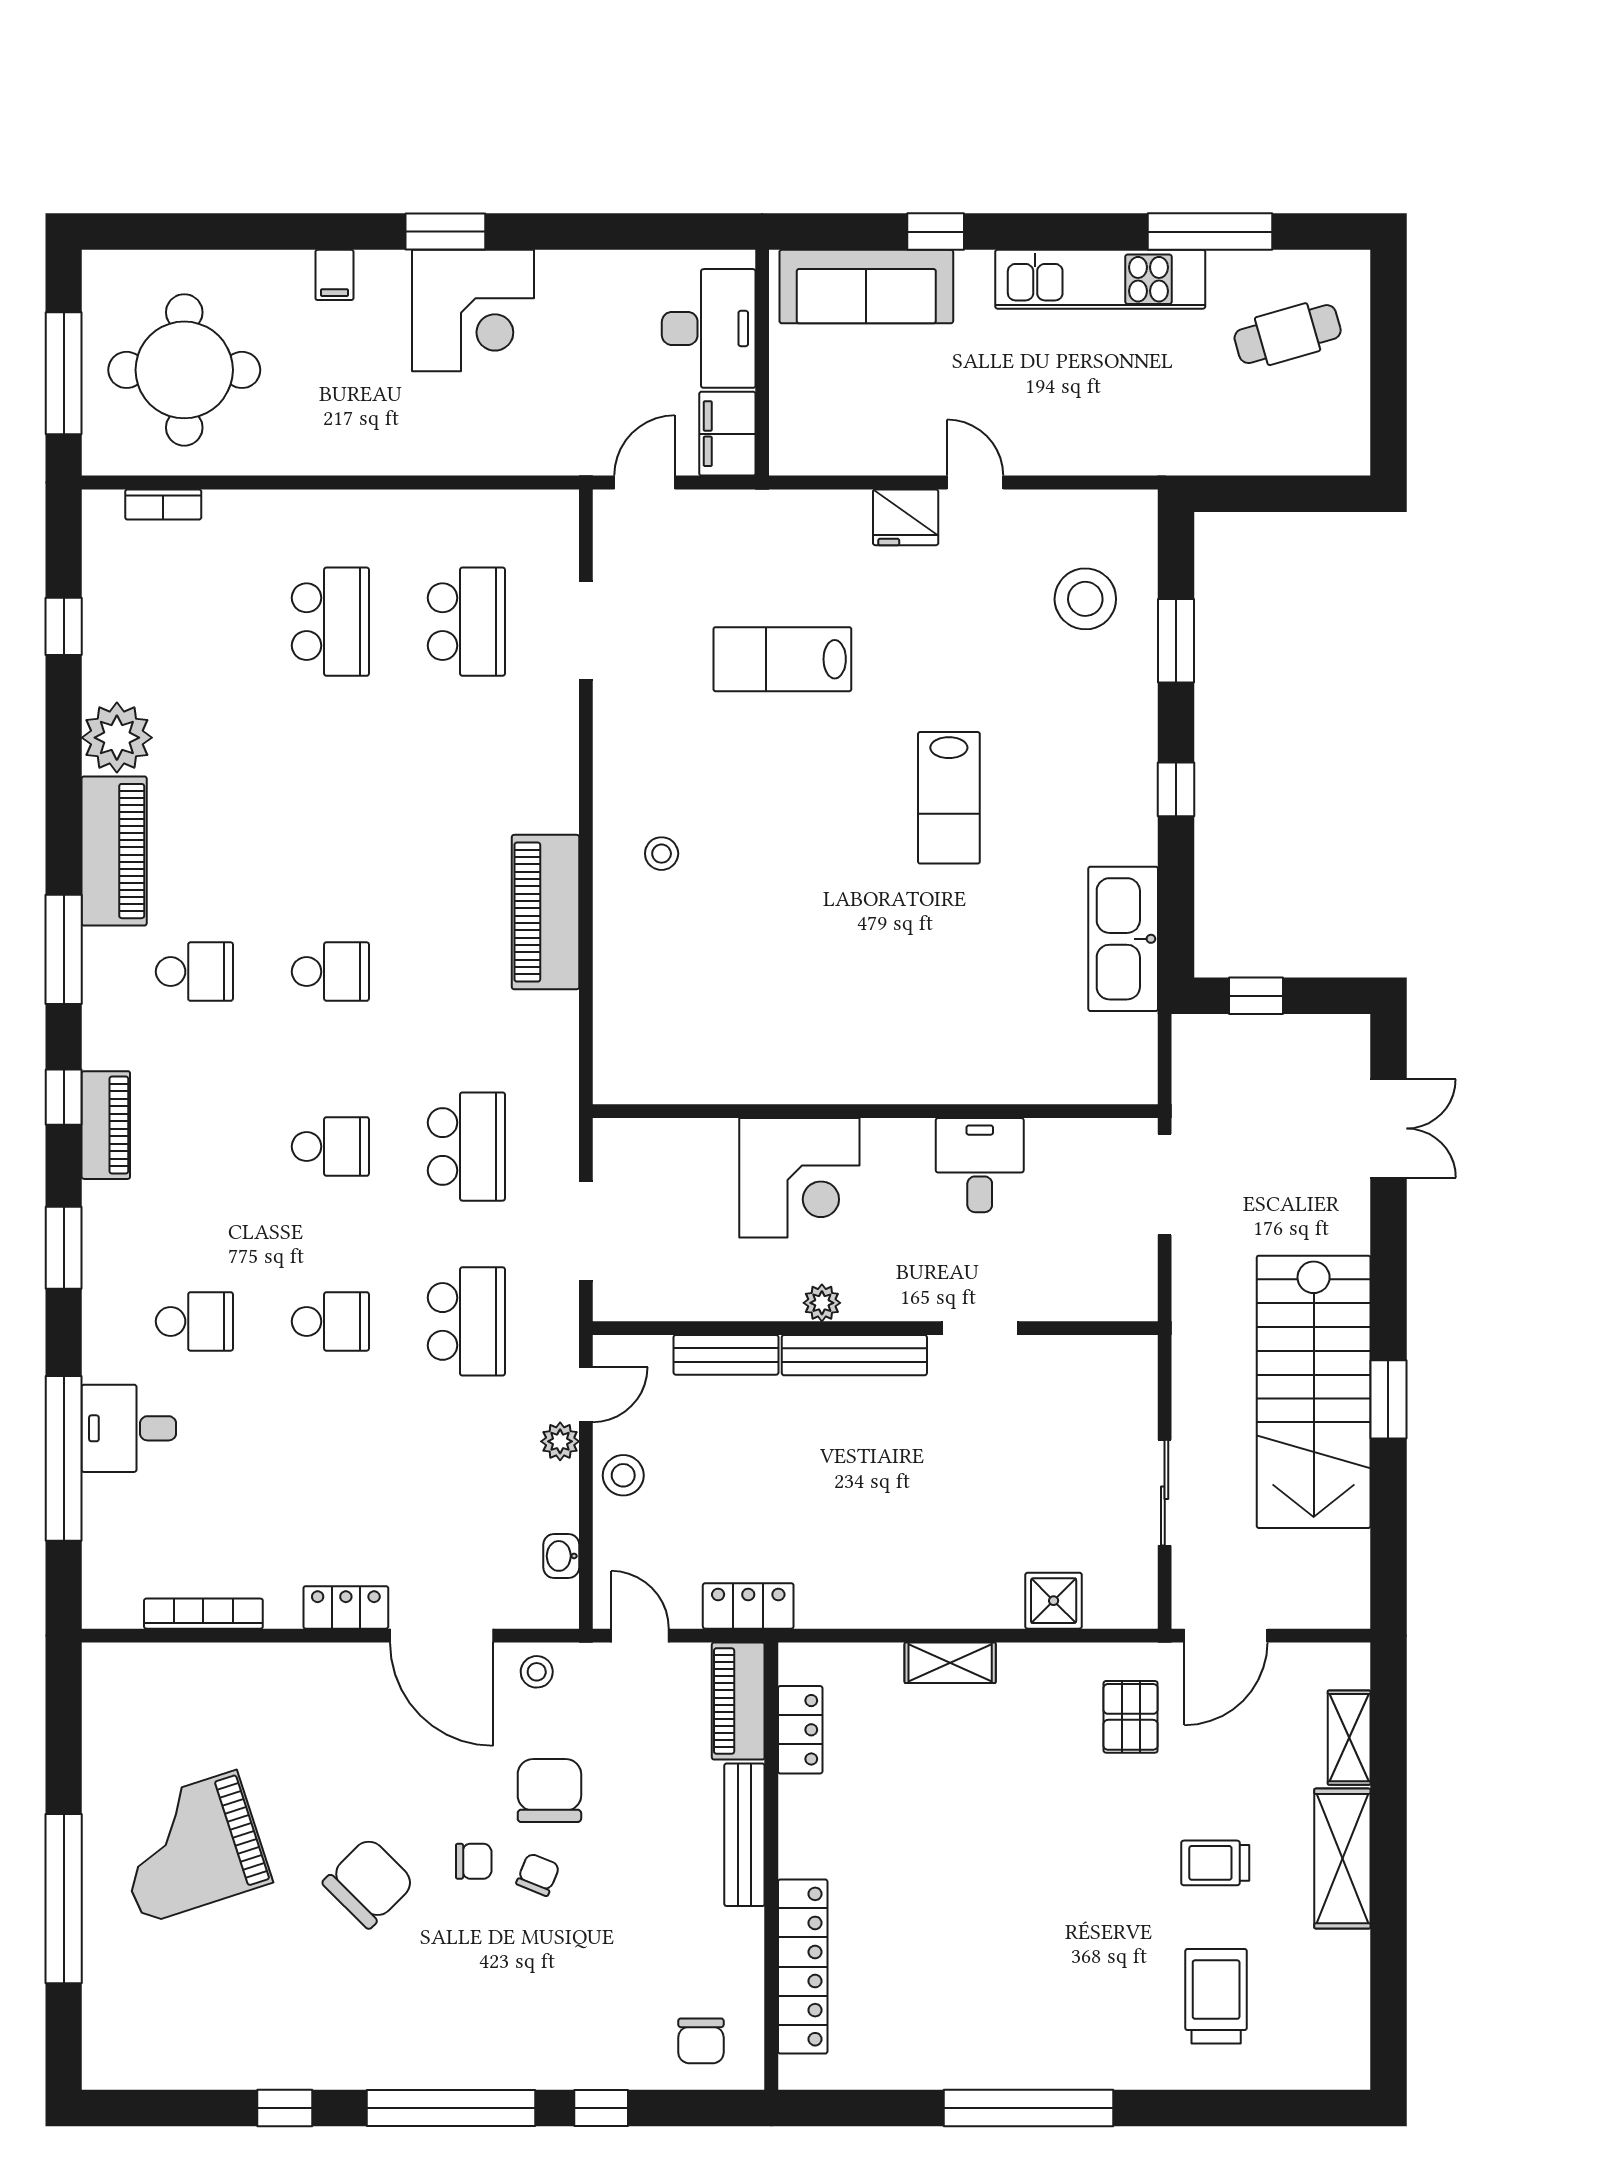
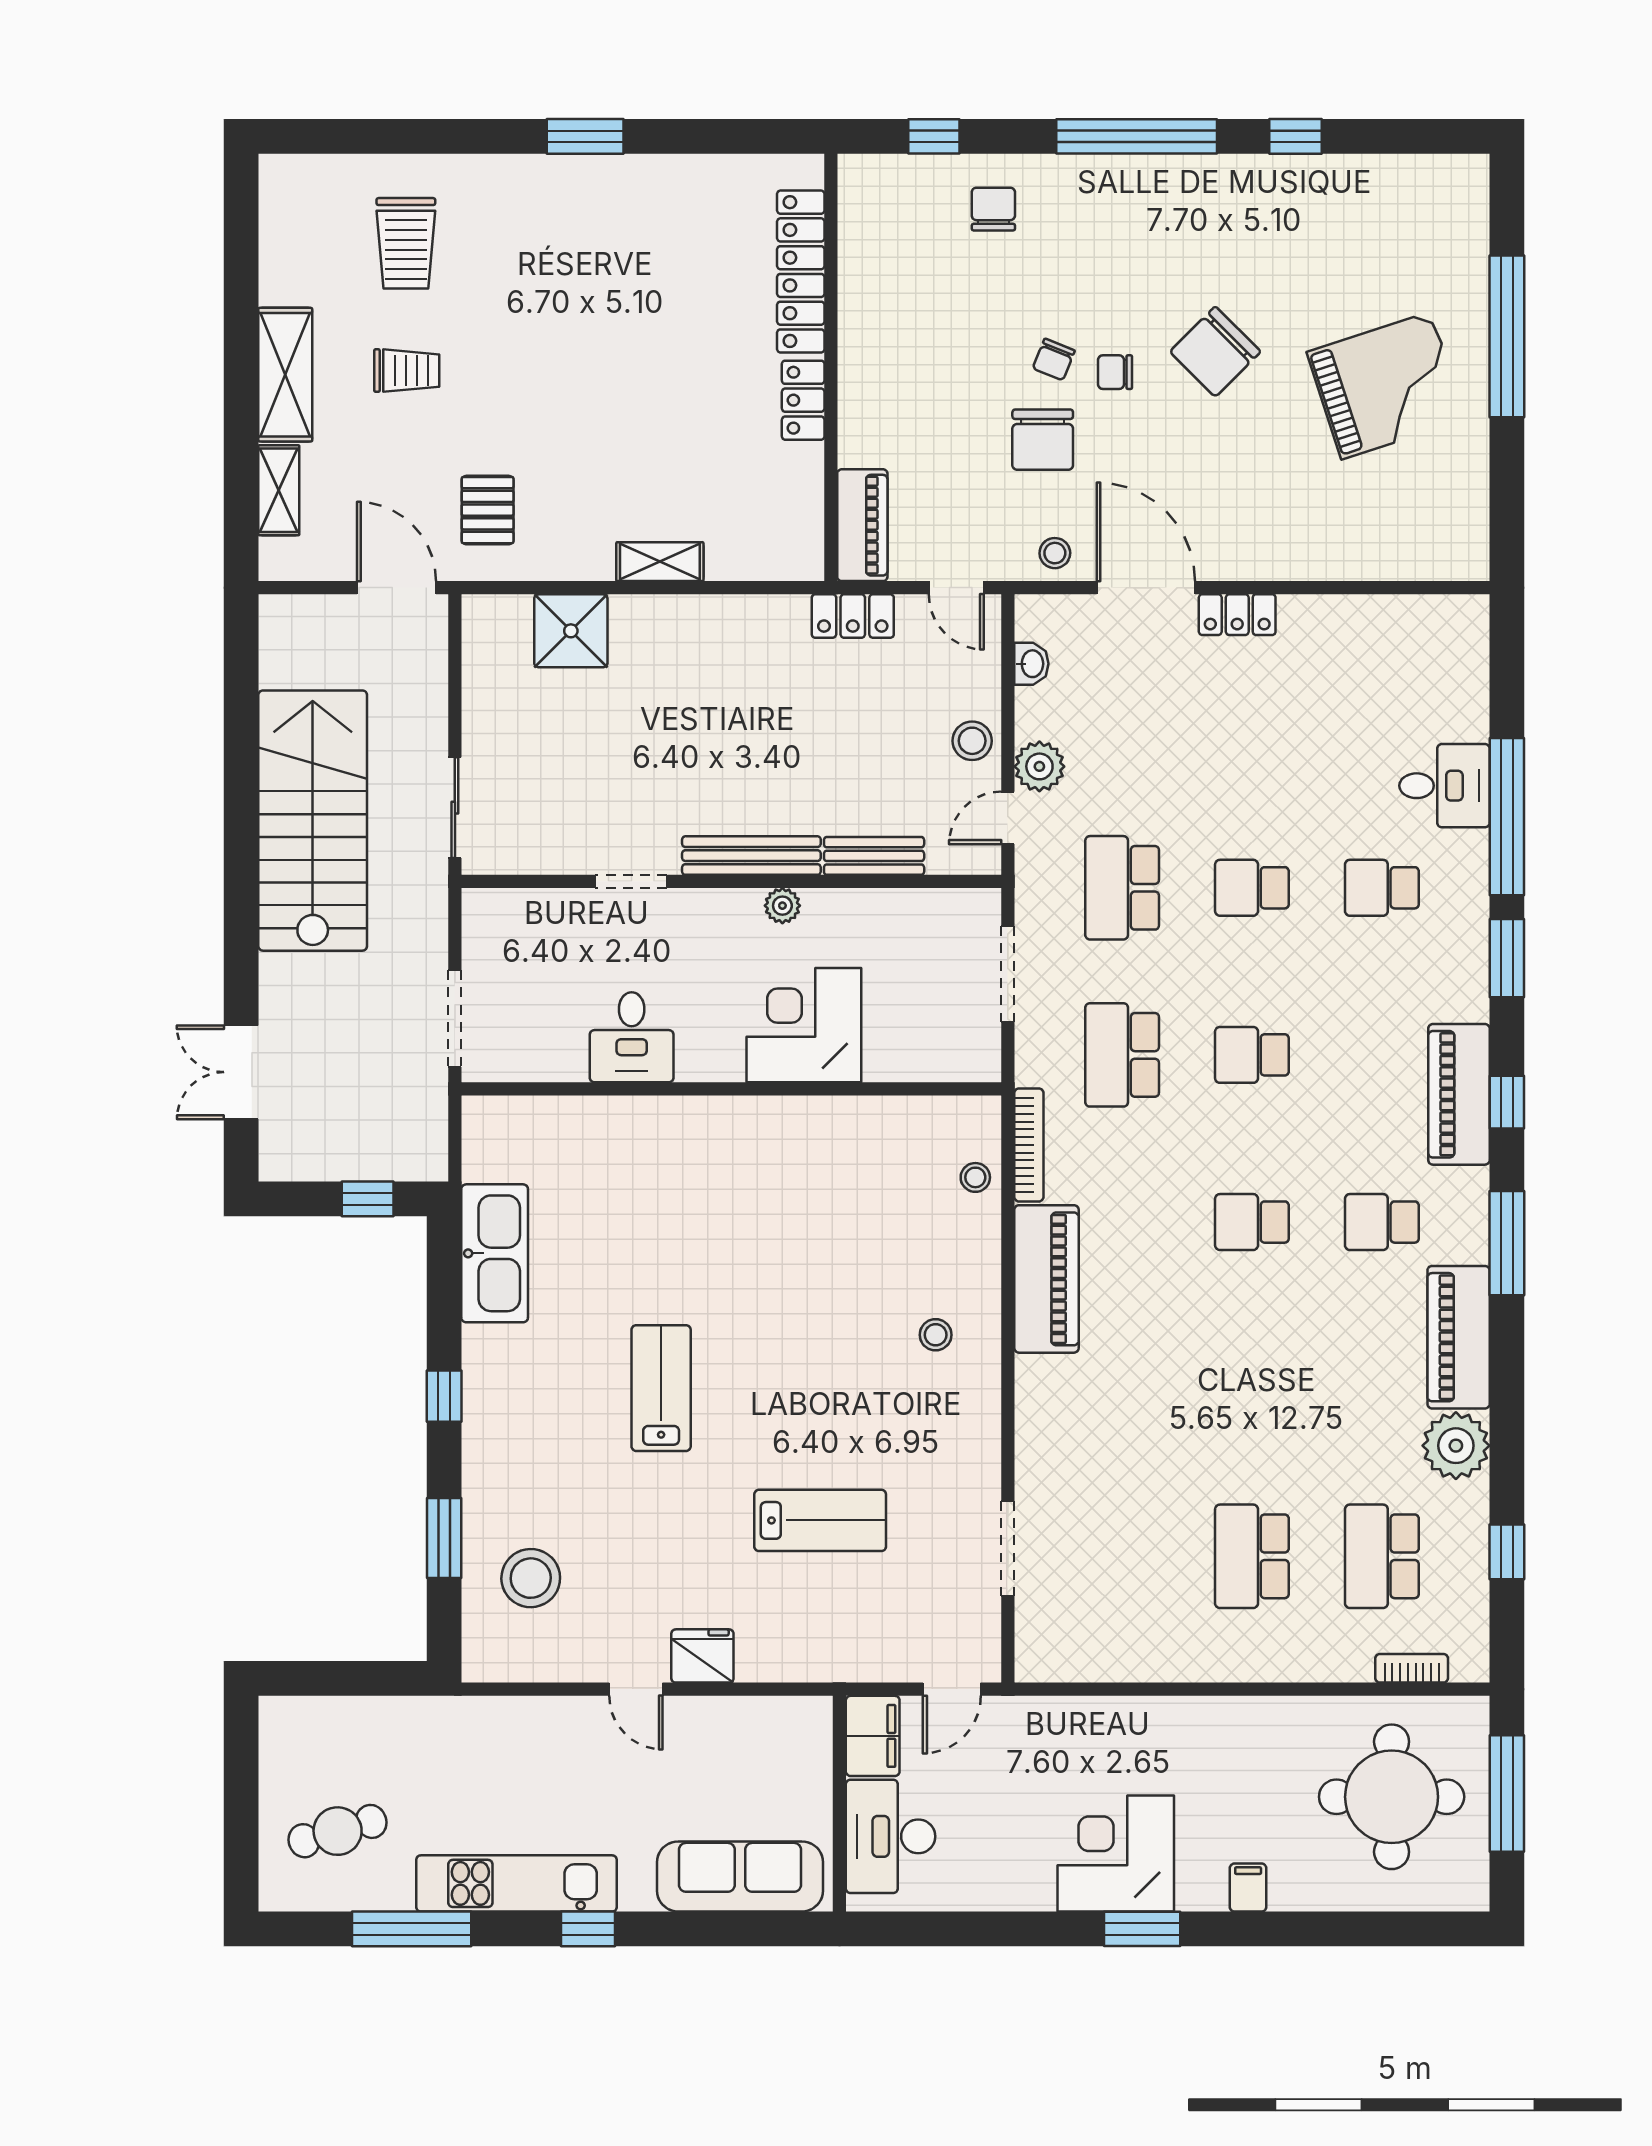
window: (936, 232) -> (588, 1929), moved
school desk: (466, 622) -> (1382, 1556), moved
stool: (620, 1018) -> (975, 1177), added
piano: (106, 1125) -> (1459, 1094), width x1.37, depth x1.33
window: (1388, 1399) -> (241, 813), removed
plant: (560, 1441) -> (1039, 766), width x1.38, depth x1.38
window: (64, 1458) -> (1507, 817), moved
sliding door: (1165, 1493) -> (455, 808), moved
shower: (1054, 1601) -> (571, 631), width x1.36, depth x1.36
bookcase: (203, 1614) -> (1029, 1145), moved, turned -90
door: (1226, 1636) -> (397, 588), hinge flipped
locker: (800, 1730) -> (803, 400), moved
bench: (744, 1835) -> (856, 397), removed
chair: (701, 2041) -> (993, 209), moved
window: (601, 2108) -> (934, 136), moved
window: (1028, 2108) -> (585, 136), width x0.47

